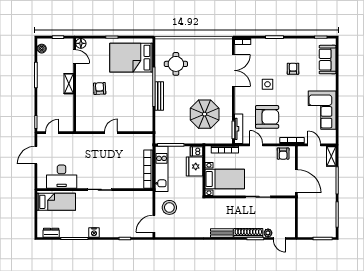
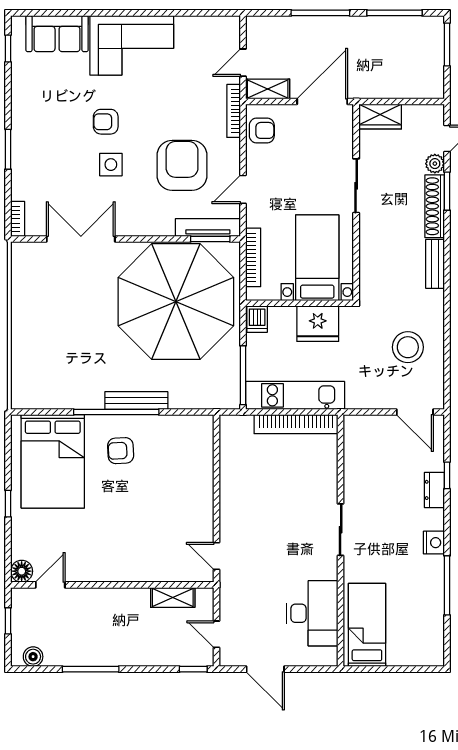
round table: (176, 64) -> (67, 364), removed
armchair: (293, 69) -> (106, 122), moved
shelving: (69, 84) -> (173, 597), moved
armchair: (100, 88) -> (121, 451), moved
corner sofa: (322, 110) -> (132, 45), moved
parasol: (205, 114) -> (176, 302), width x1.86, depth x1.86
door: (111, 133) -> (216, 556), moved
shelving: (331, 156) -> (268, 89), moved
fridge: (194, 166) -> (318, 324), moved
stool: (169, 207) -> (408, 347), moved
wardrobe: (289, 208) -> (380, 117), added
dresser: (51, 233) -> (434, 490), moved

